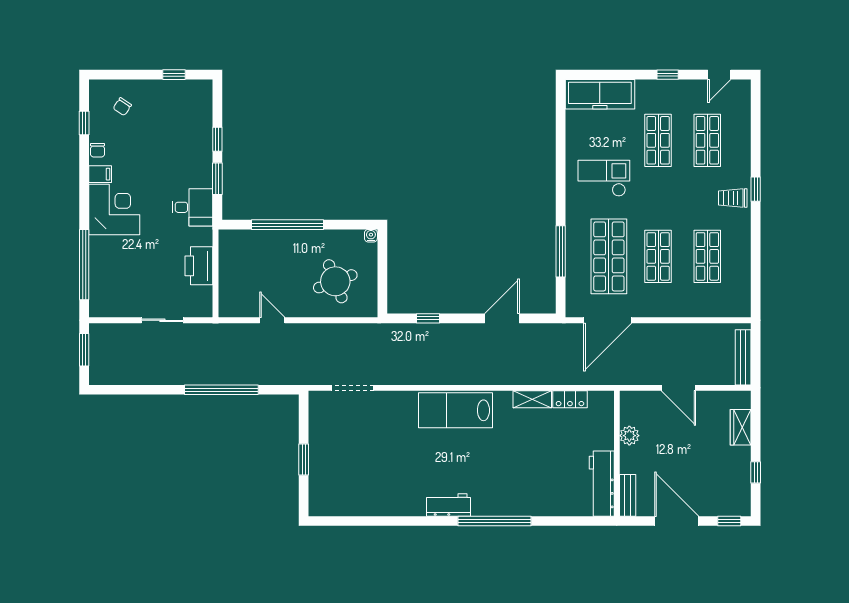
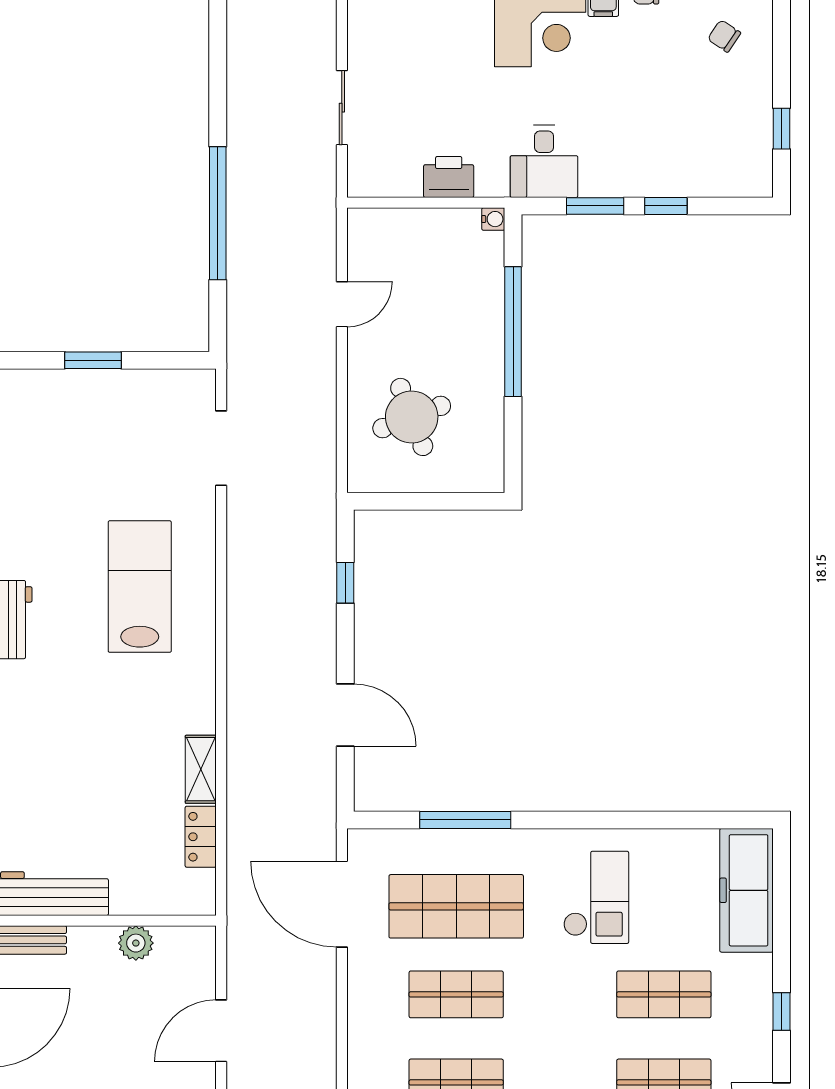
water cooler: (371, 236) -> (493, 219), moved
printer: (199, 266) -> (449, 177), width x0.73, depth x0.84
lab bench: (455, 410) -> (140, 587), moved

